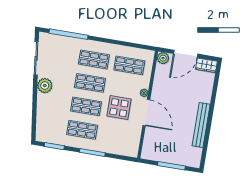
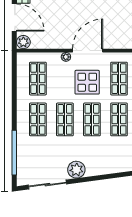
shop shelf: (118, 136) -> (119, 79), added

